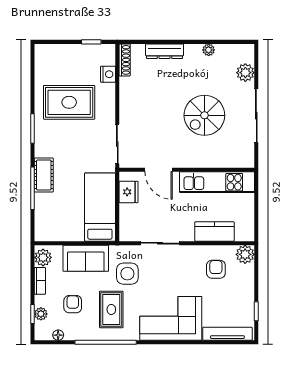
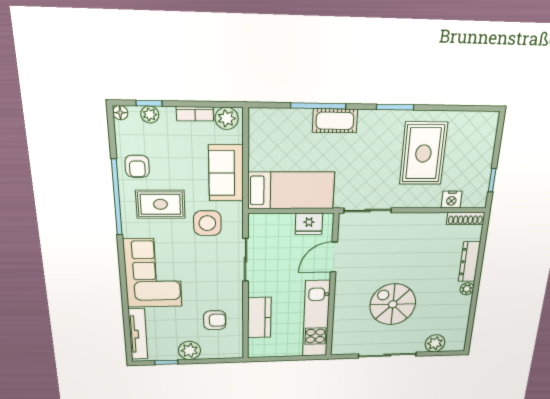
plant: (209, 50) -> (467, 289), moved
plant: (245, 254) -> (189, 350), moved
armchair: (73, 304) -> (137, 166), moved, turned 90
floor lamp: (58, 335) -> (120, 113), moved

